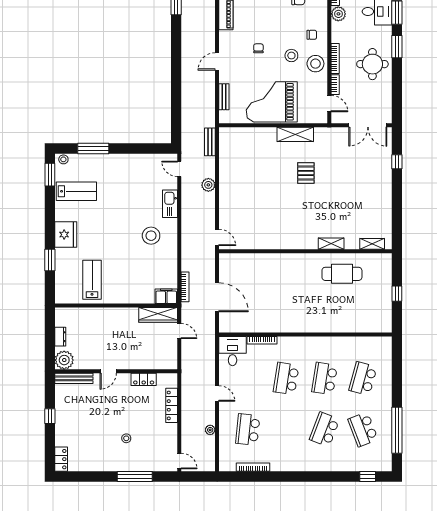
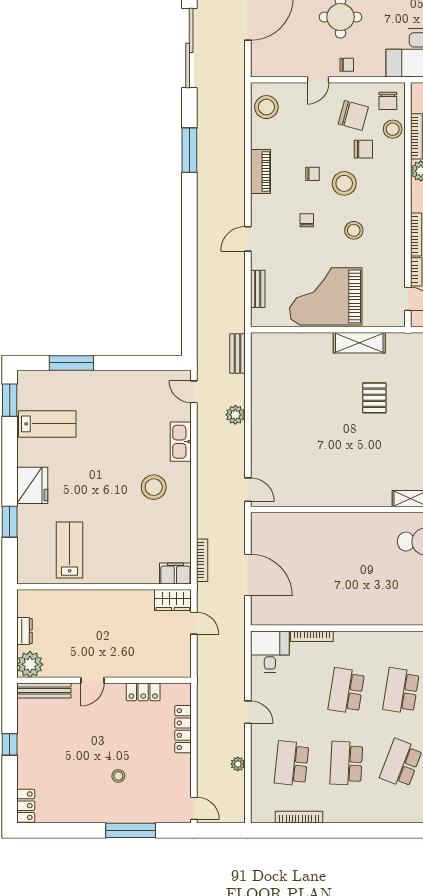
chair: (312, 35) -> (313, 174), moved
stool: (315, 64) -> (344, 183), moved
stool: (63, 159) -> (29, 378), removed
wardrobe: (158, 315) -> (173, 600), width x0.67
school desk: (286, 429) -> (346, 763), added

